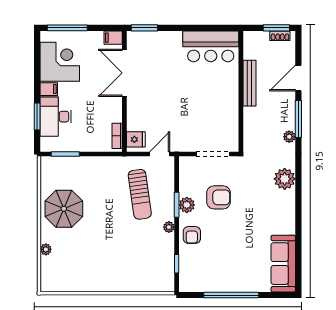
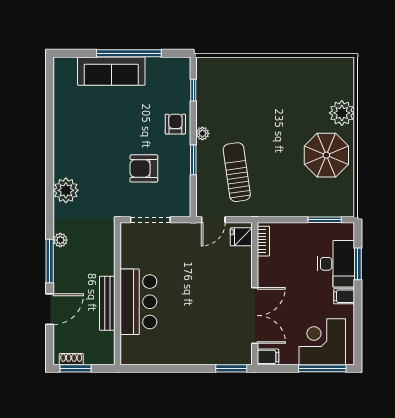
bar counter: (211, 46) -> (138, 302), moved, turned 90
corner desk: (60, 62) -> (322, 342), moved, turned 90
plant: (187, 205) -> (181, 160), removed
plant: (46, 249) -> (342, 113), width x1.88, depth x1.88
sofa: (283, 264) -> (111, 71), moved, turned 90

